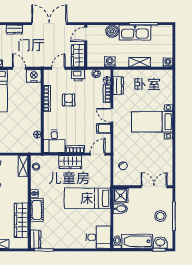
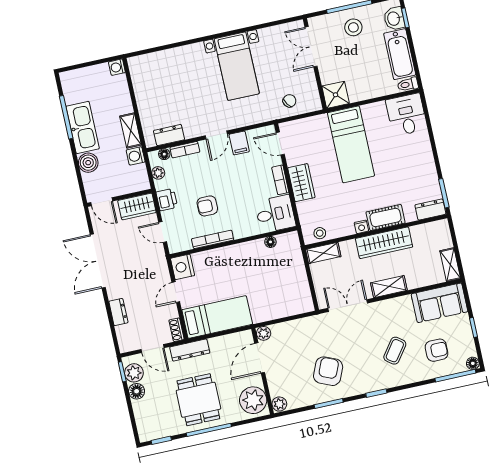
shelving: (140, 62) -> (131, 130), moved
bed with nightstands: (152, 122) -> (237, 66), moved
bidet: (120, 209) -> (356, 91), removed
wardrobe: (21, 220) -> (384, 243), moved

